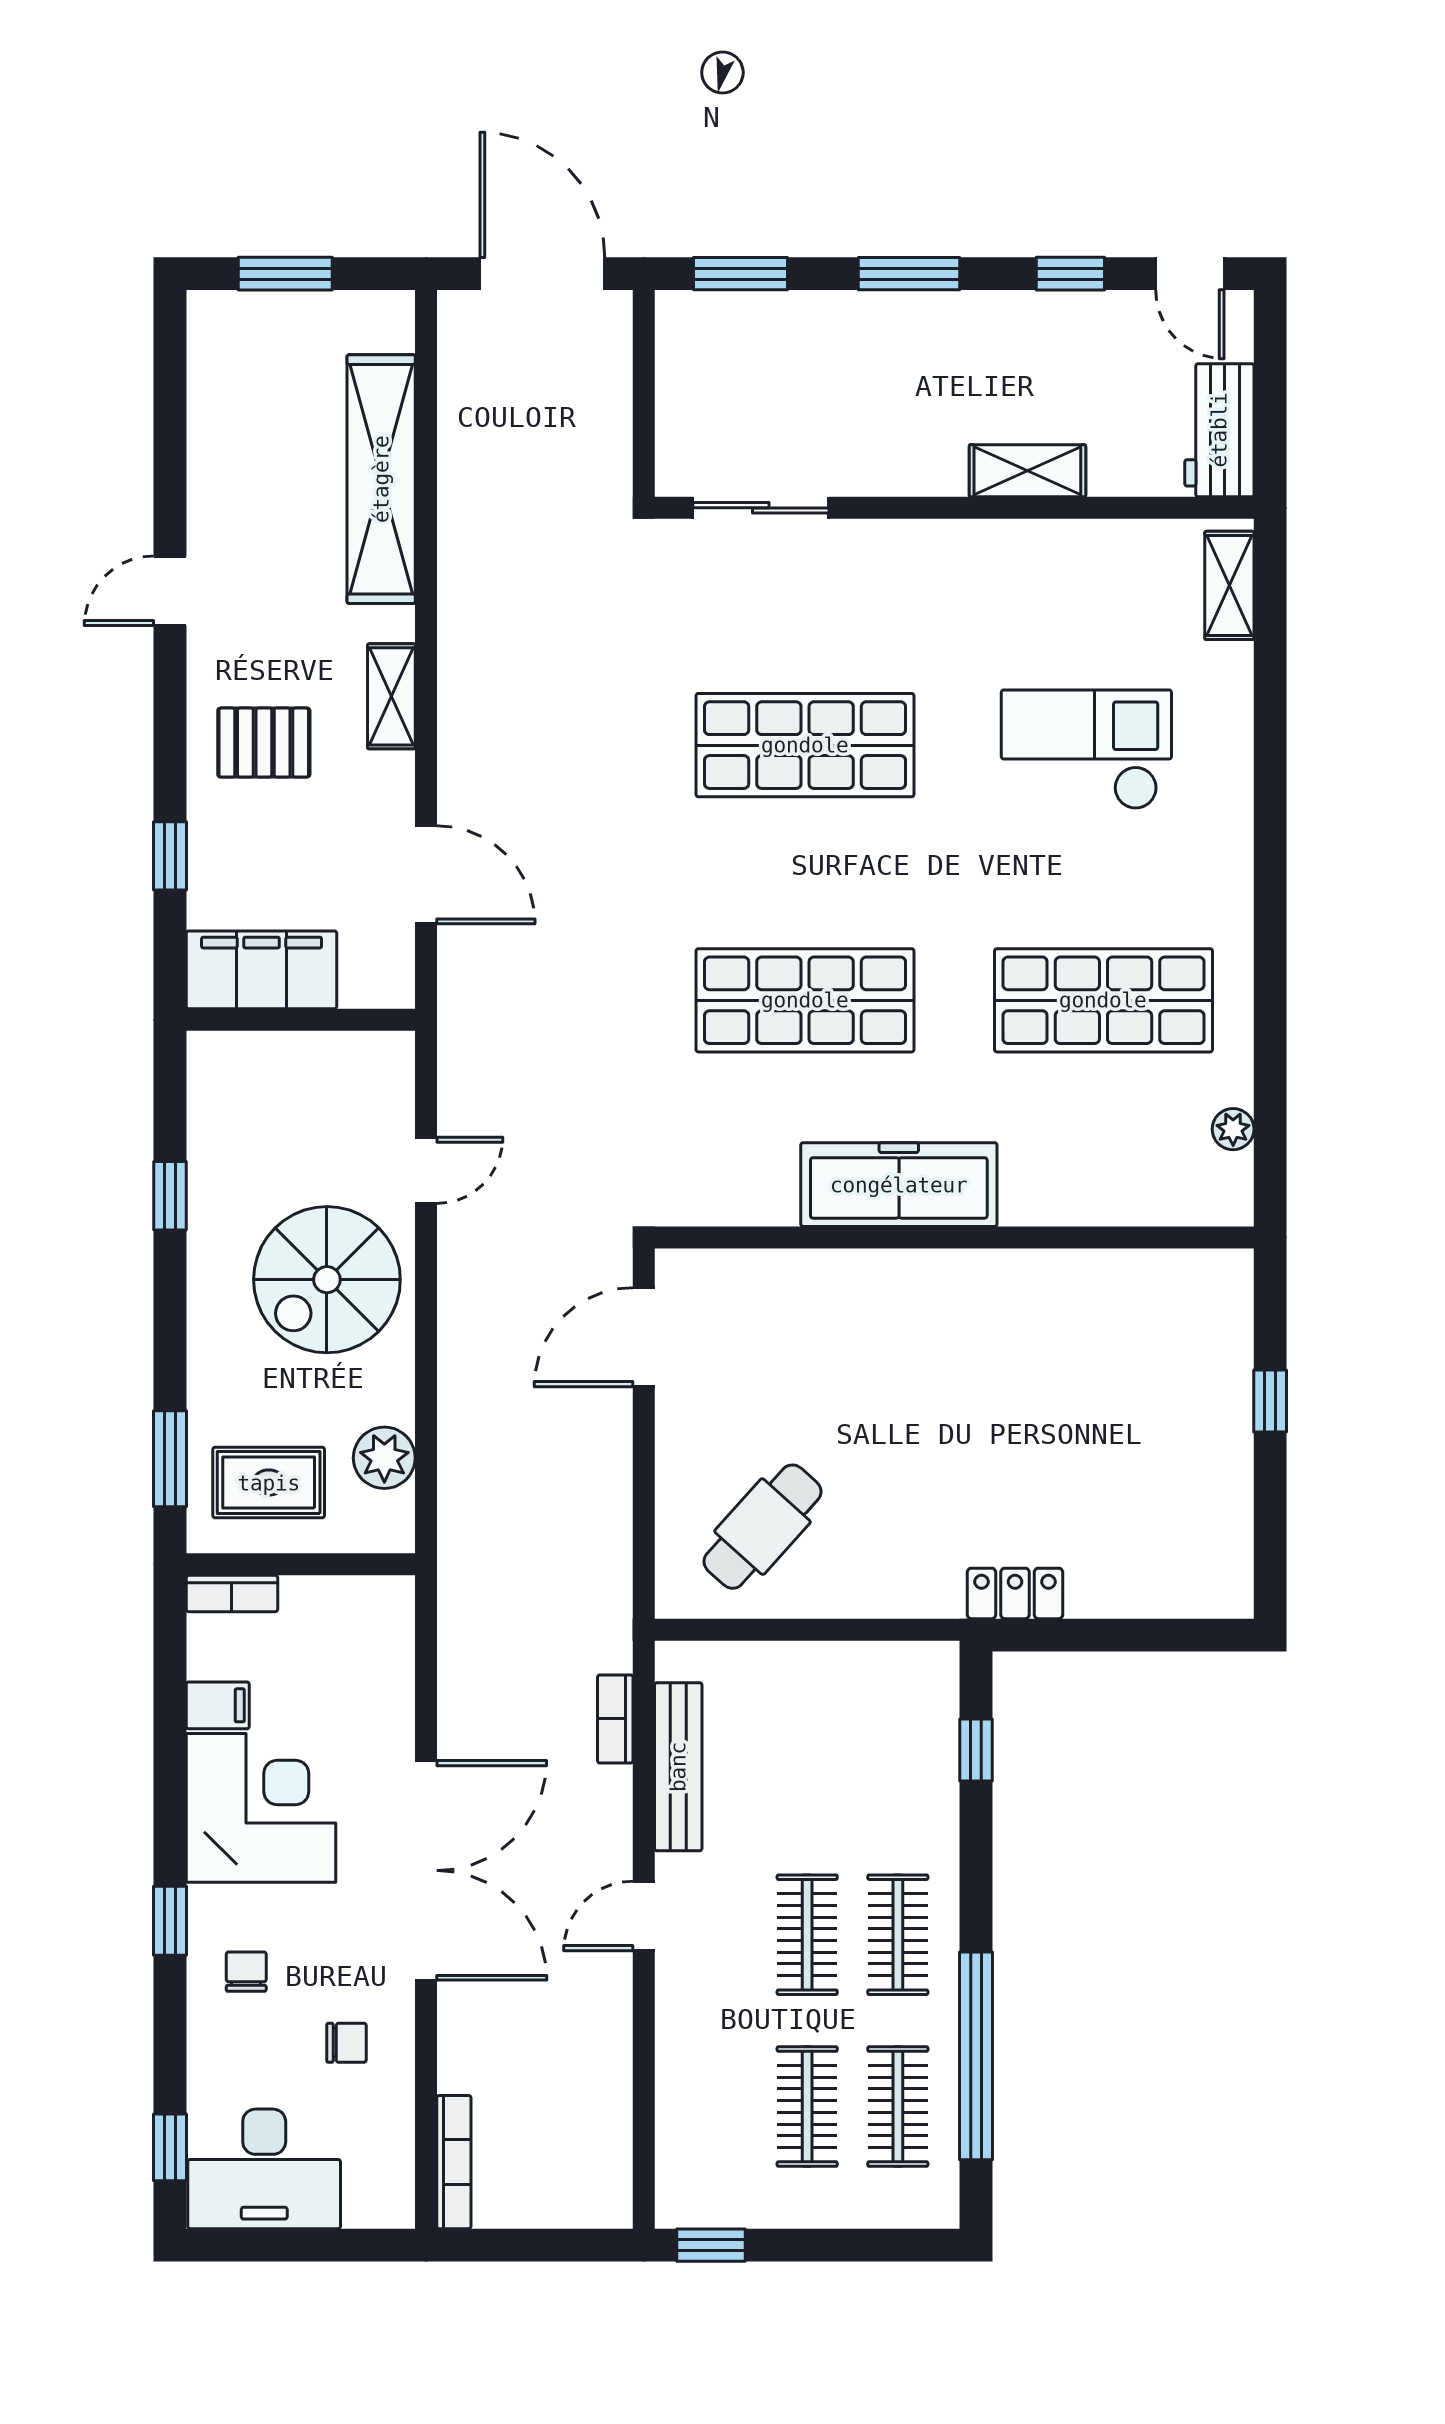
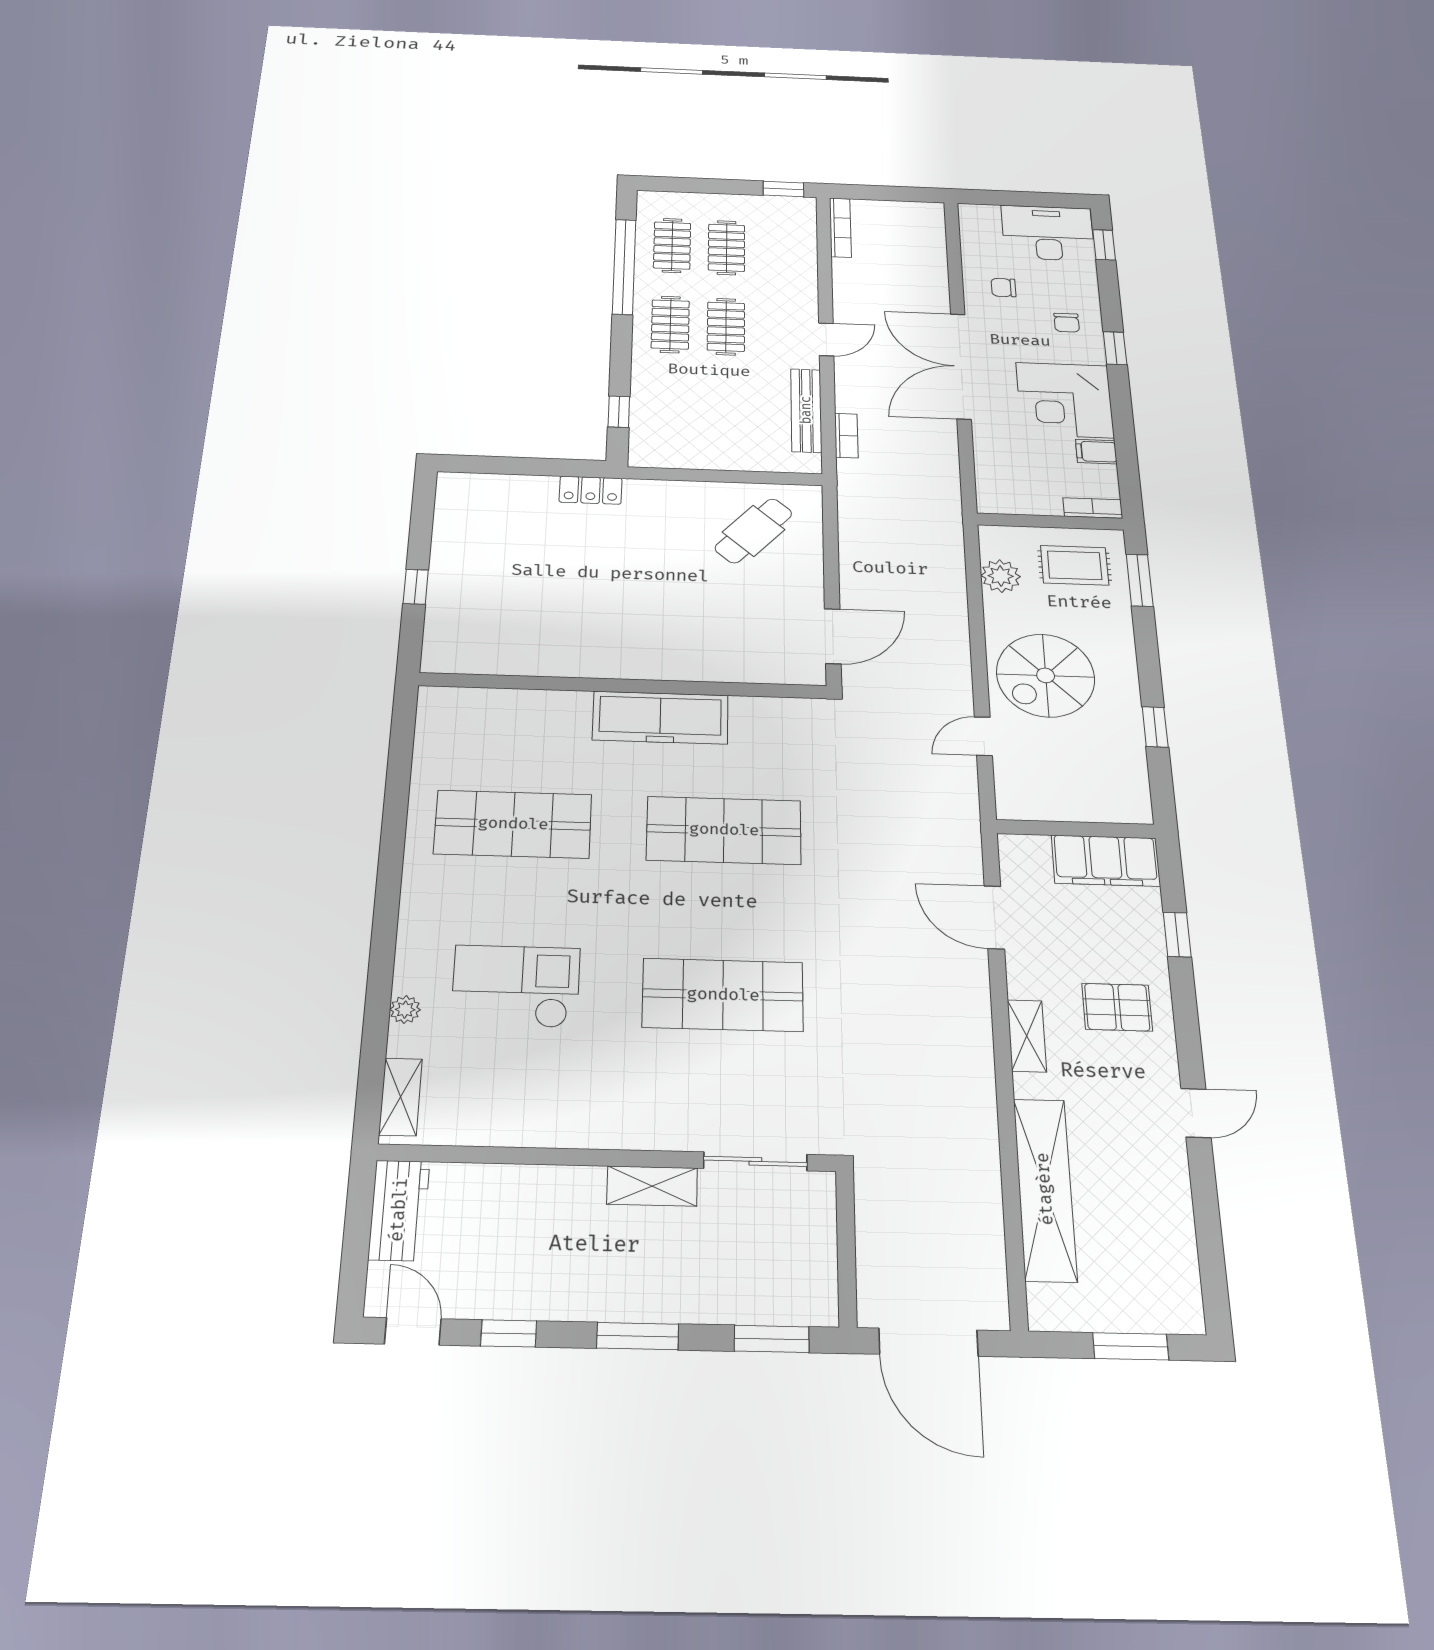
shelving: (1027, 471) -> (652, 1186), moved
checkout: (1086, 750) -> (516, 986), turned 180
plant: (1233, 1129) -> (405, 1010), moved
spiral stairs: (327, 1280) -> (1046, 675), turned 180
bookcase: (454, 2162) -> (840, 228), moved, turned 180

